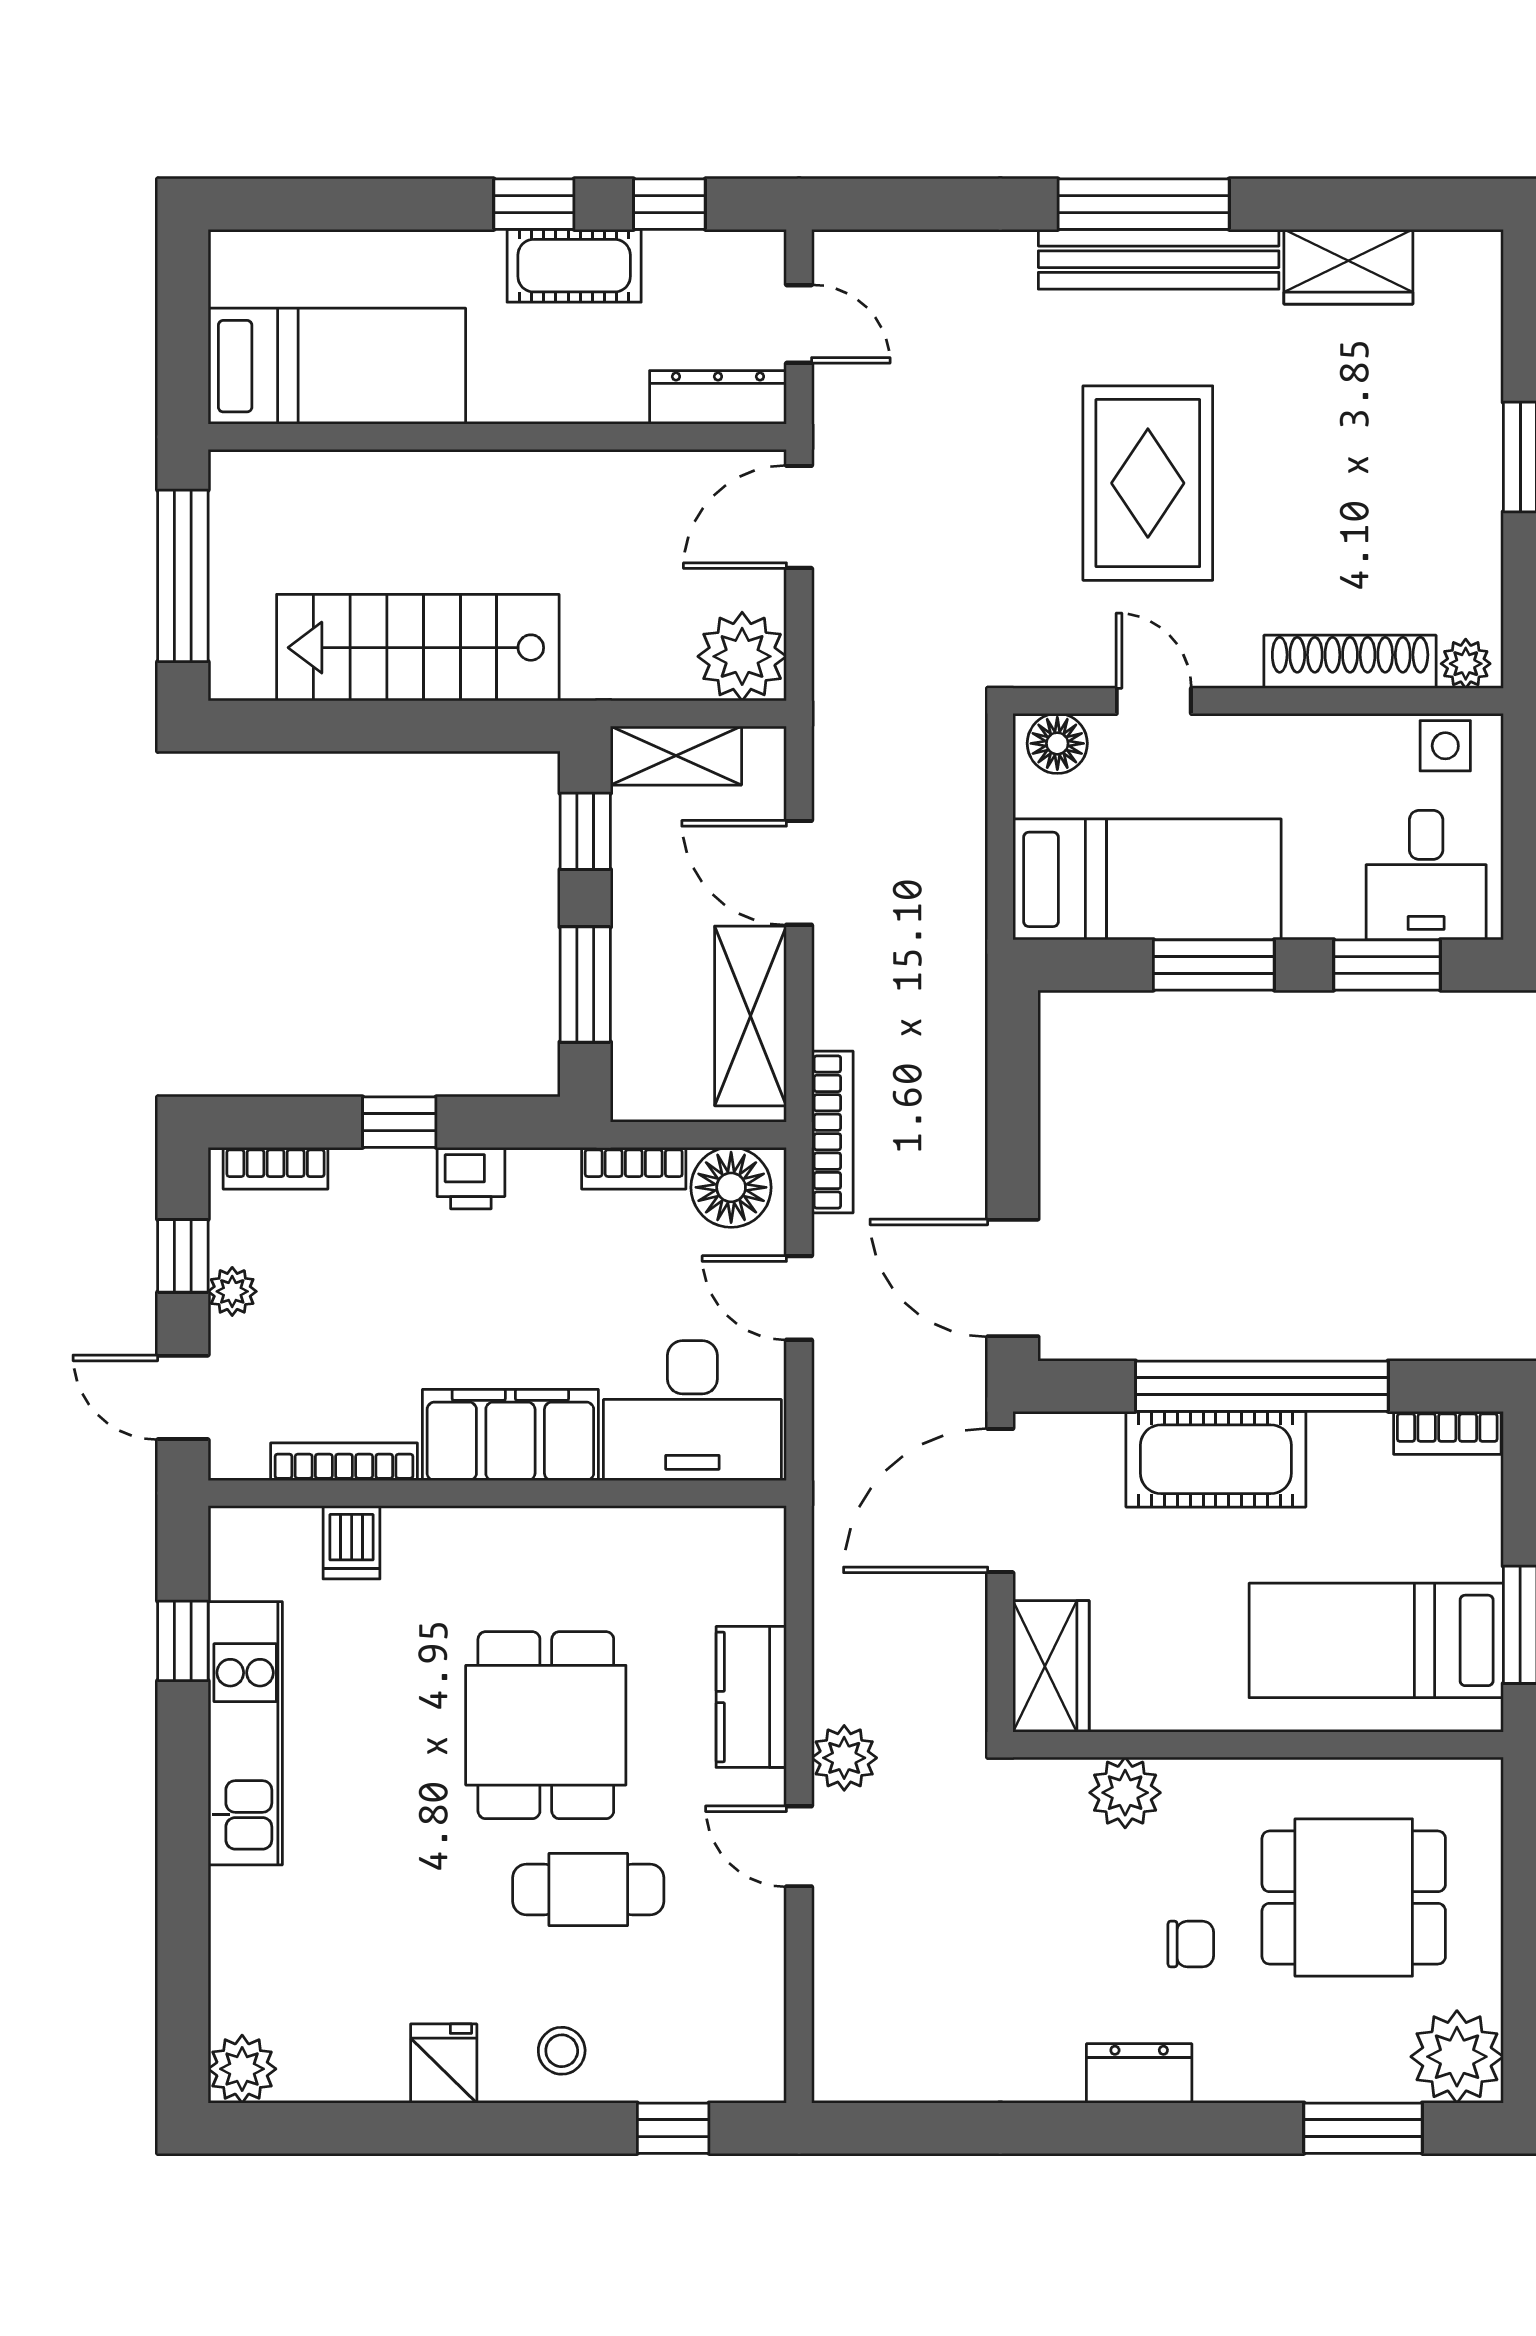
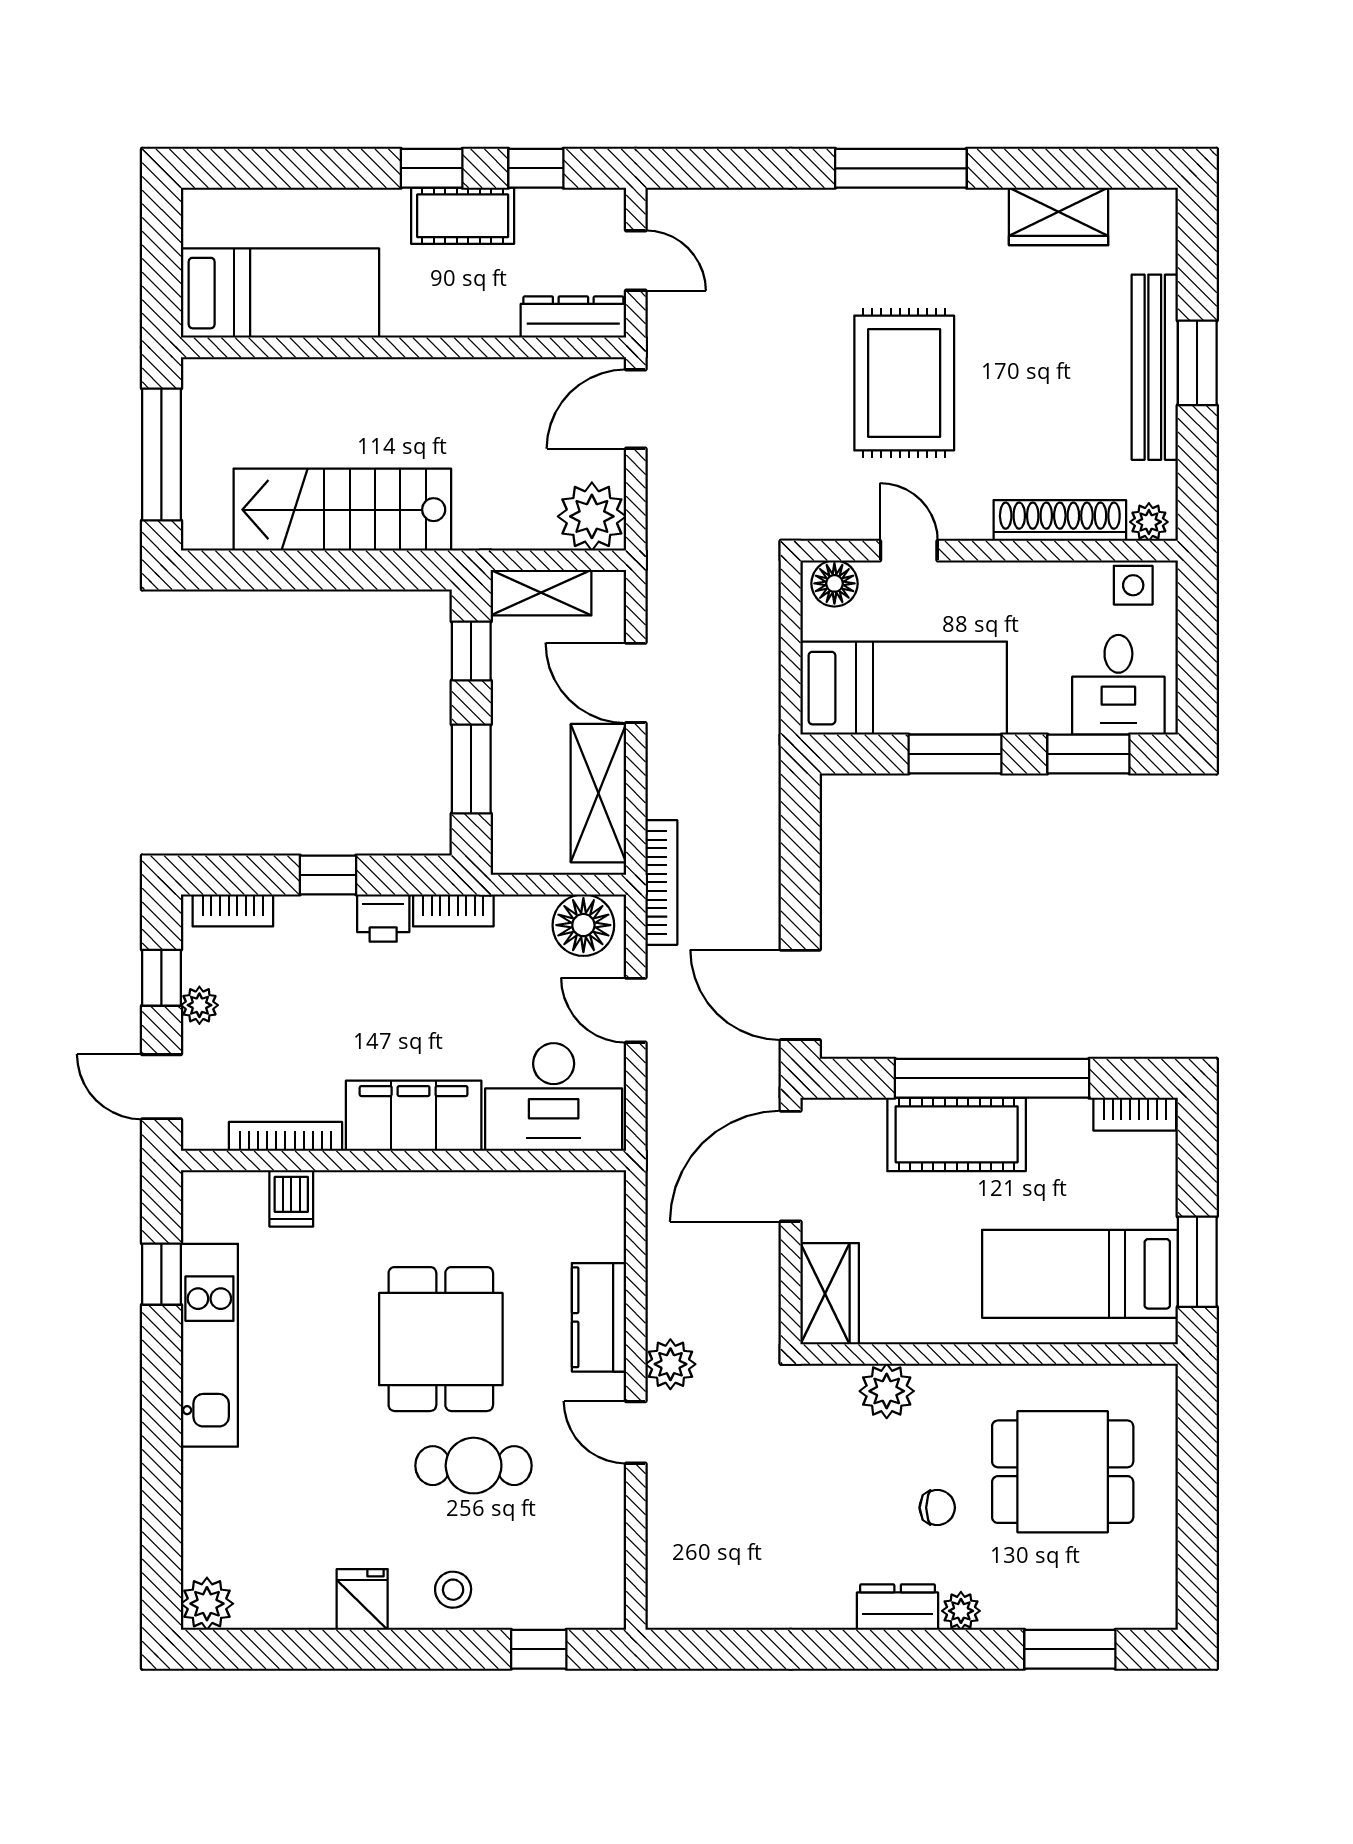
bench: (1159, 259) -> (1155, 367), moved, turned 90
bookcase: (634, 1168) -> (453, 910), moved
plant: (1457, 2057) -> (961, 1611), moved, width x0.53, depth x0.53

